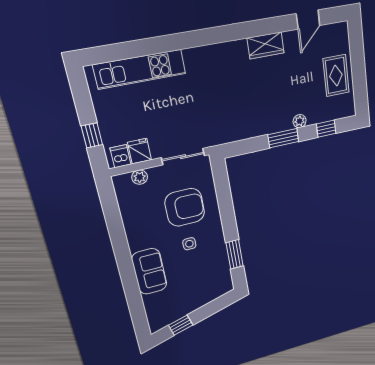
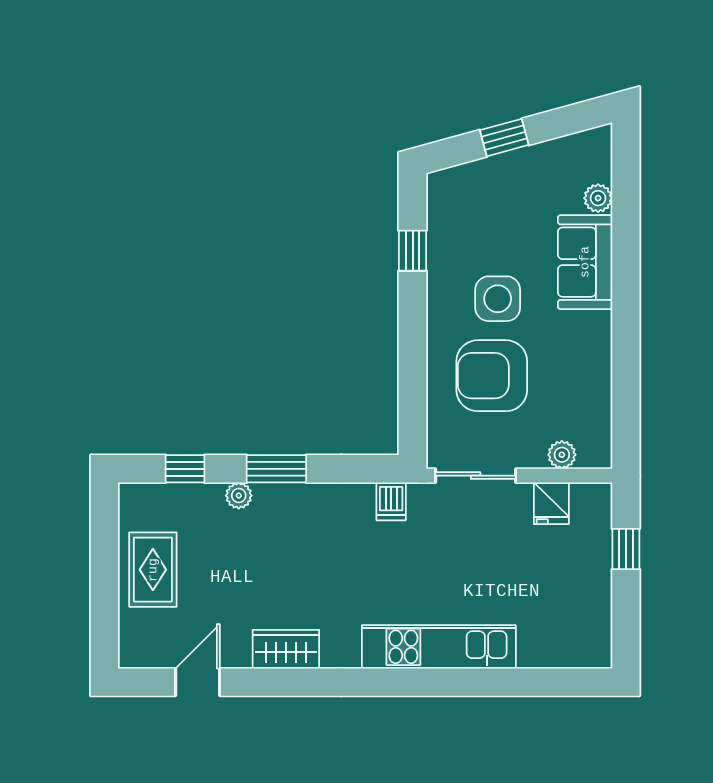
kitchen unit: (140, 69) -> (439, 647), moved
dishwasher: (120, 156) -> (391, 501), moved
side table: (189, 244) -> (498, 299), width x1.87, depth x1.87
window: (235, 254) -> (413, 251), width x0.67
plant: (150, 301) -> (598, 198), added
window: (181, 325) -> (504, 138), moved

